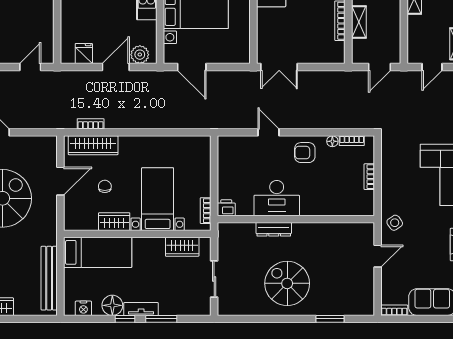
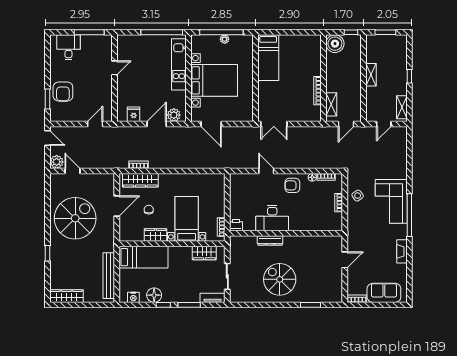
shelving: (359, 22) -> (331, 104), moved
side table: (395, 223) -> (358, 196), moved
tv unit: (141, 309) -> (213, 298), moved

